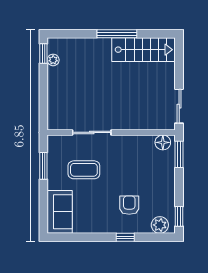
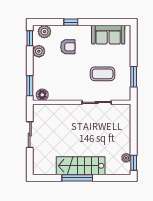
stairs: (144, 50) -> (81, 166), moved
sliding door: (179, 106) -> (30, 135), moved
plant: (167, 199) -> (39, 51), added
armchair: (129, 205) -> (68, 47), turned -90
sofa: (60, 212) -> (108, 35), moved, turned -90

